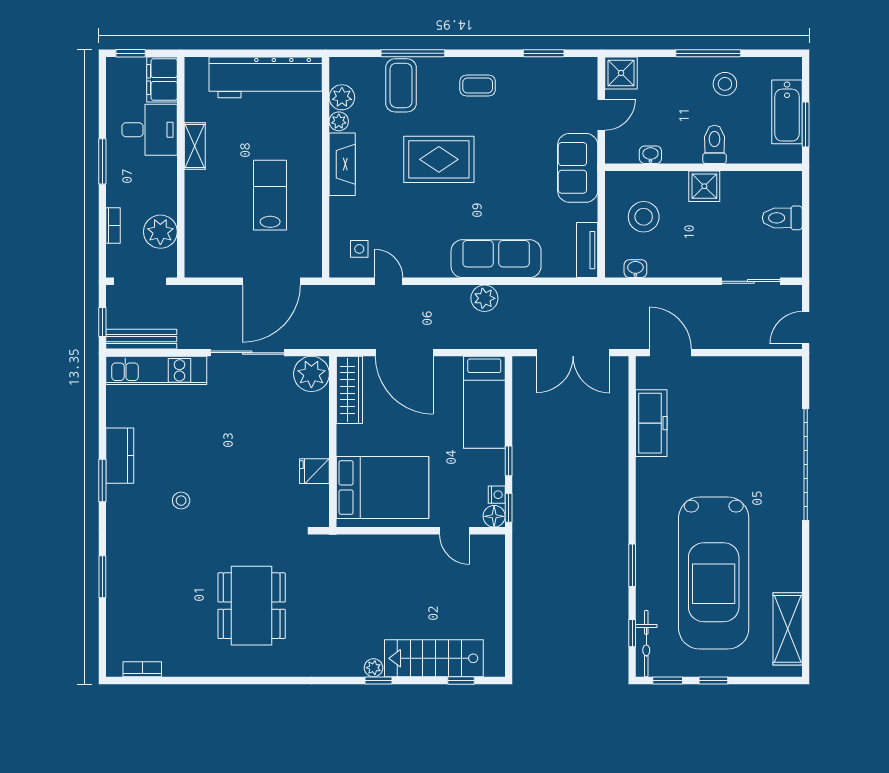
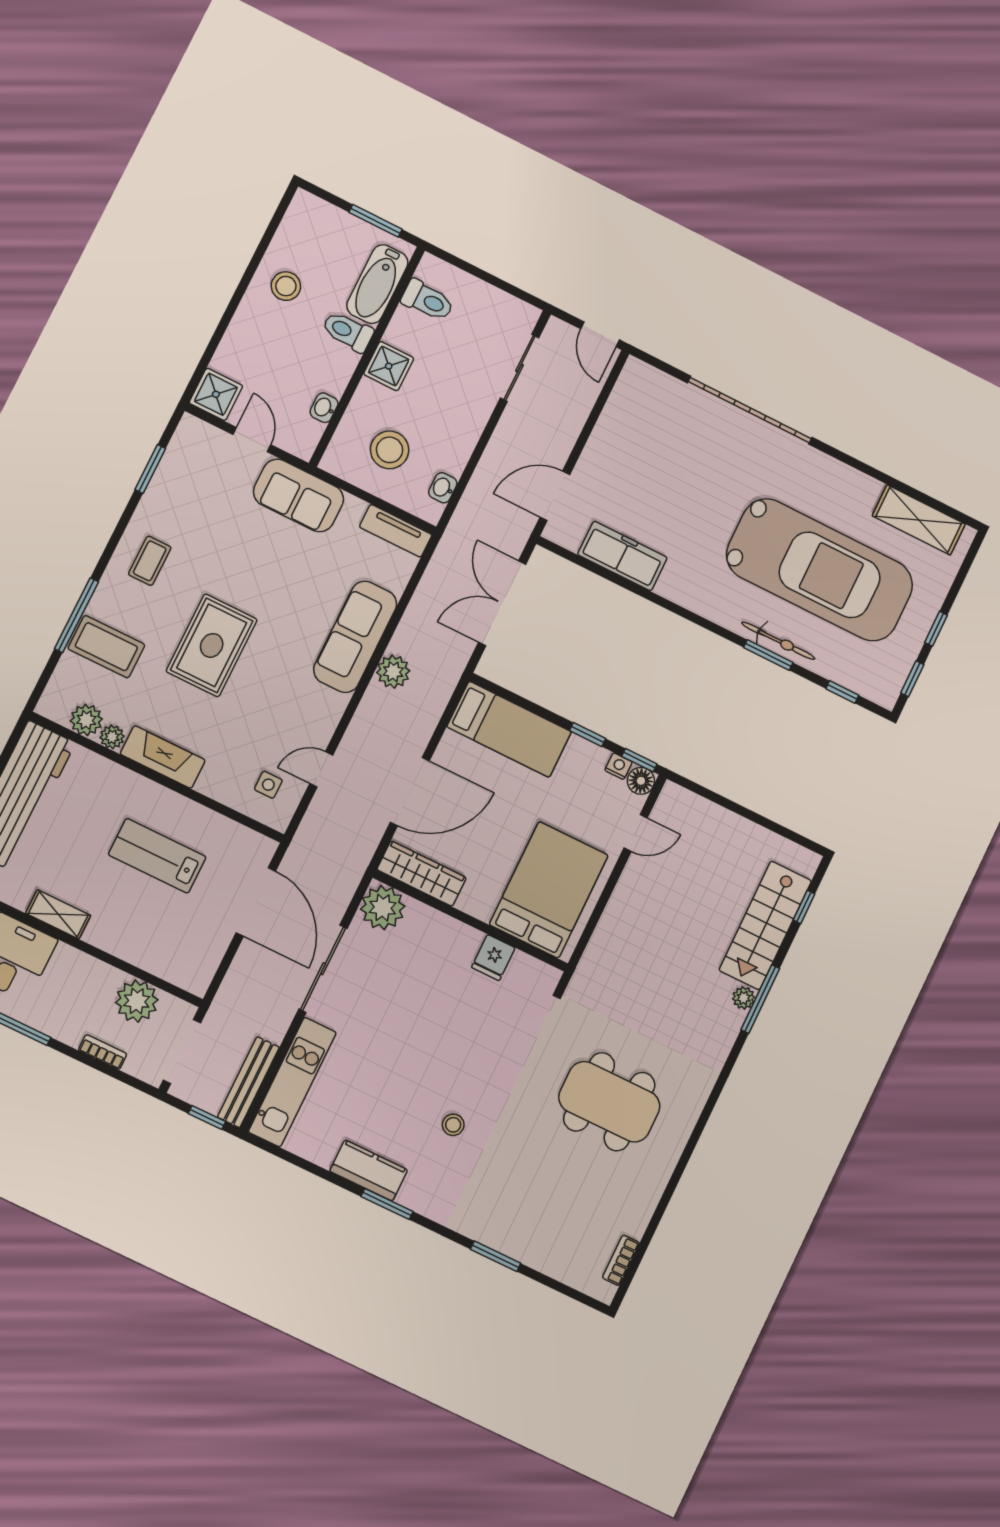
window: (708, 53) -> (242, 287), removed
bathtub: (787, 112) -> (377, 284), moved, turned 90
toilet: (782, 218) -> (428, 300), moved, turned -90
double door: (573, 353) -> (502, 603), swing flipped
bicycle: (646, 644) -> (778, 641), moved
window: (379, 680) -> (760, 999), width x2.17

